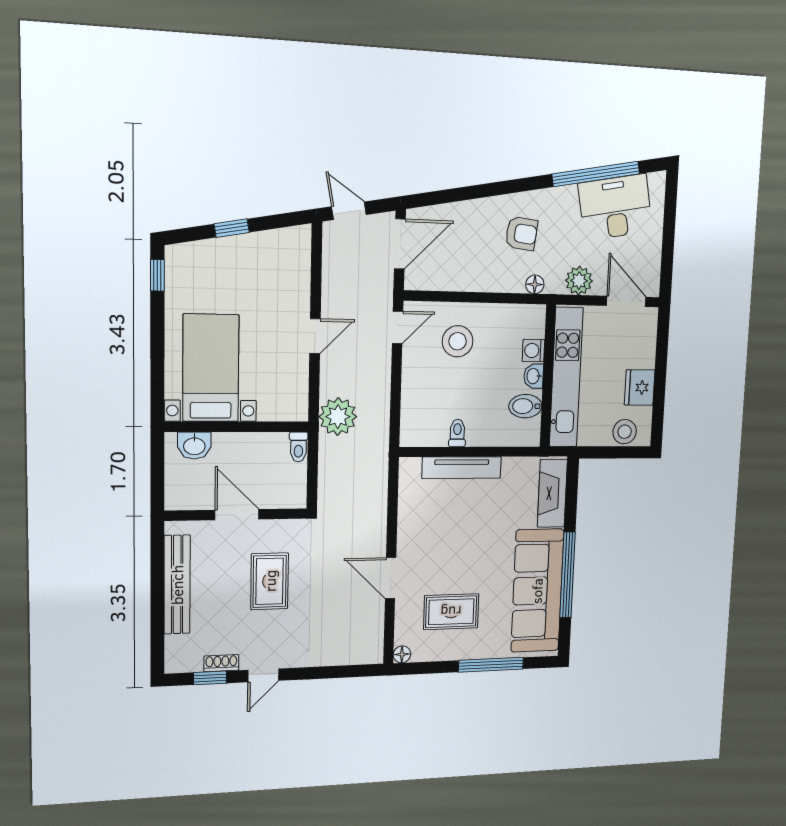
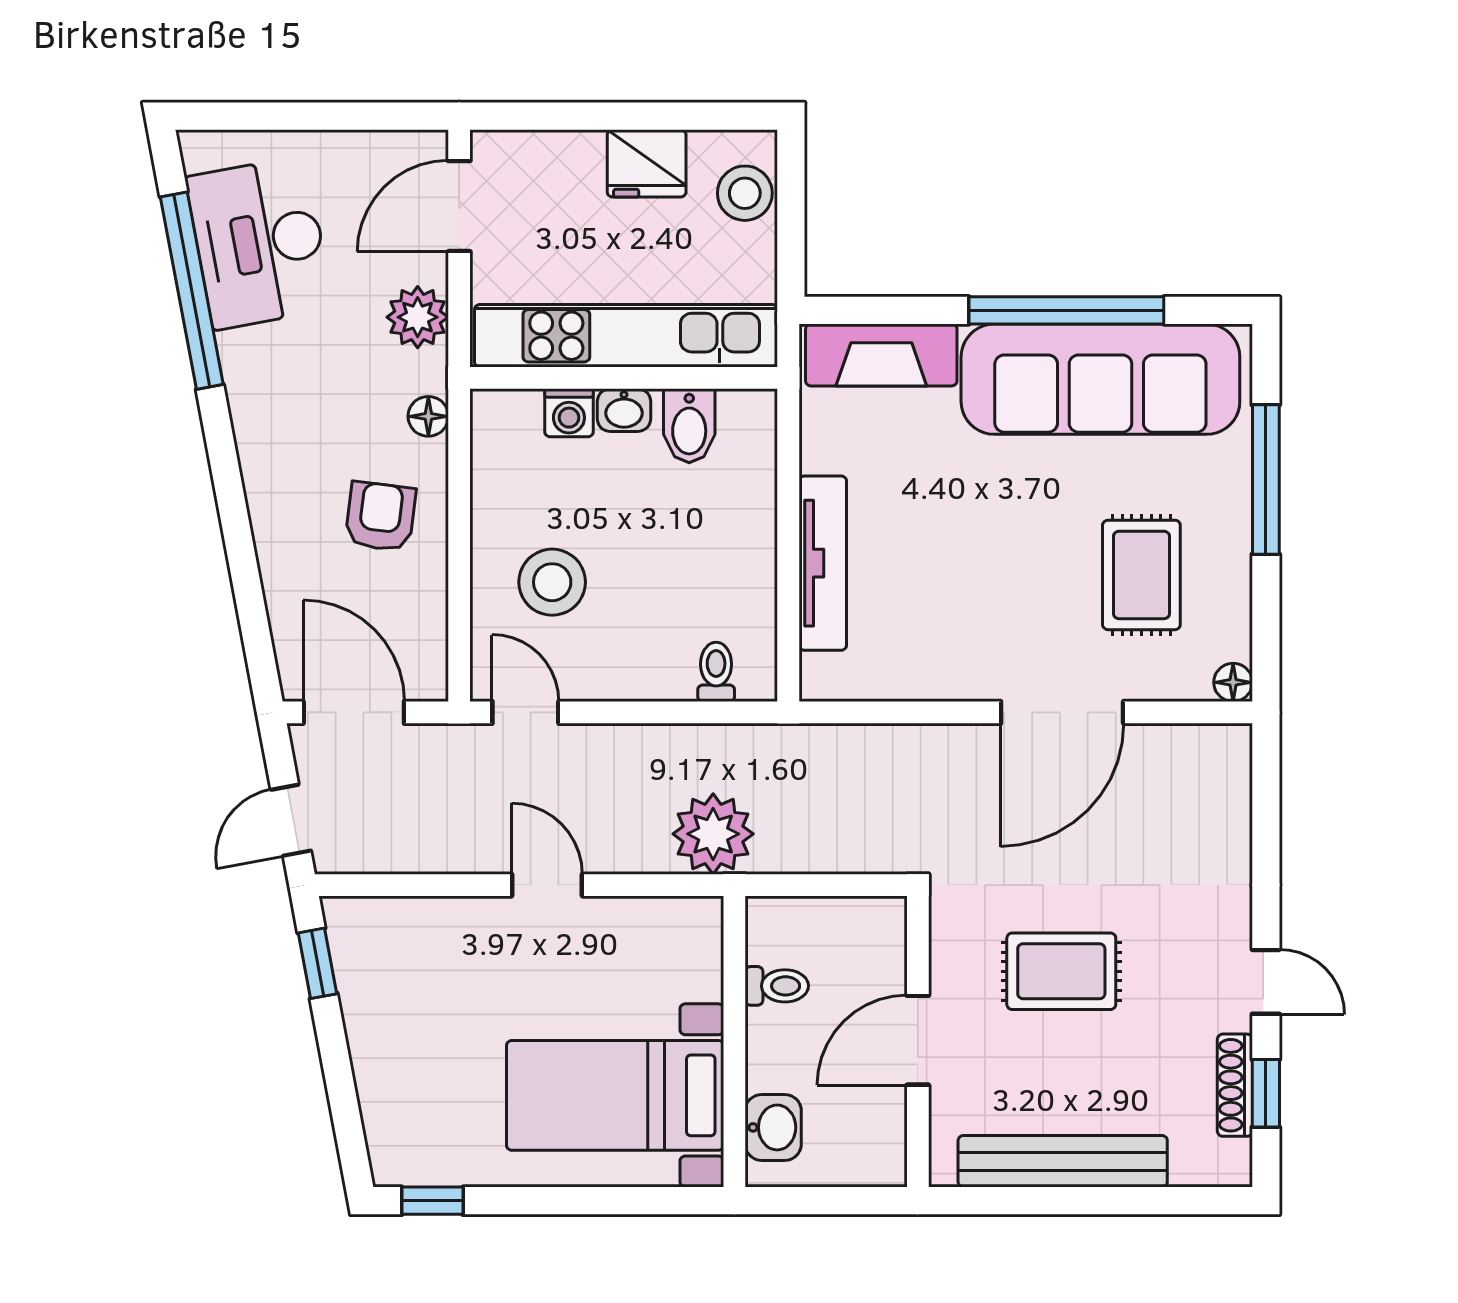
window: (232, 228) -> (318, 963), moved
armchair: (521, 233) -> (380, 516), moved
toilet: (457, 433) -> (716, 672), moved, turned 90
toilet: (298, 447) -> (777, 986), moved
door: (391, 578) -> (1062, 712), width x1.36
shoe rack: (221, 663) -> (1235, 1085), width x1.43

